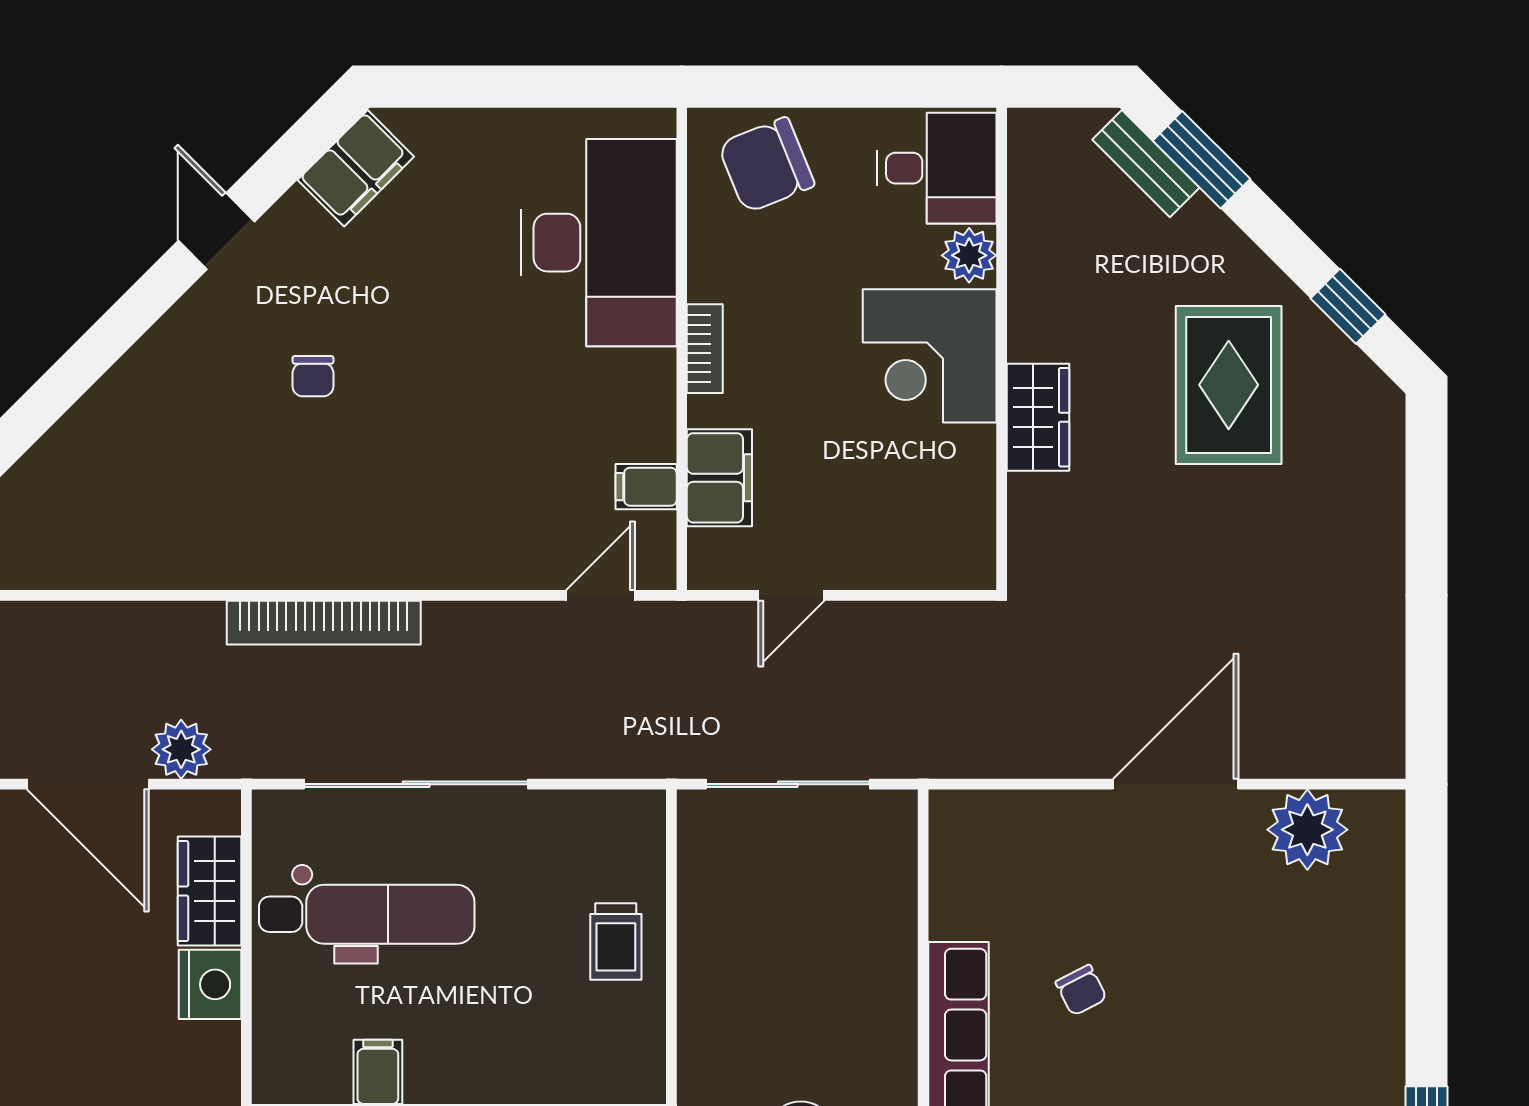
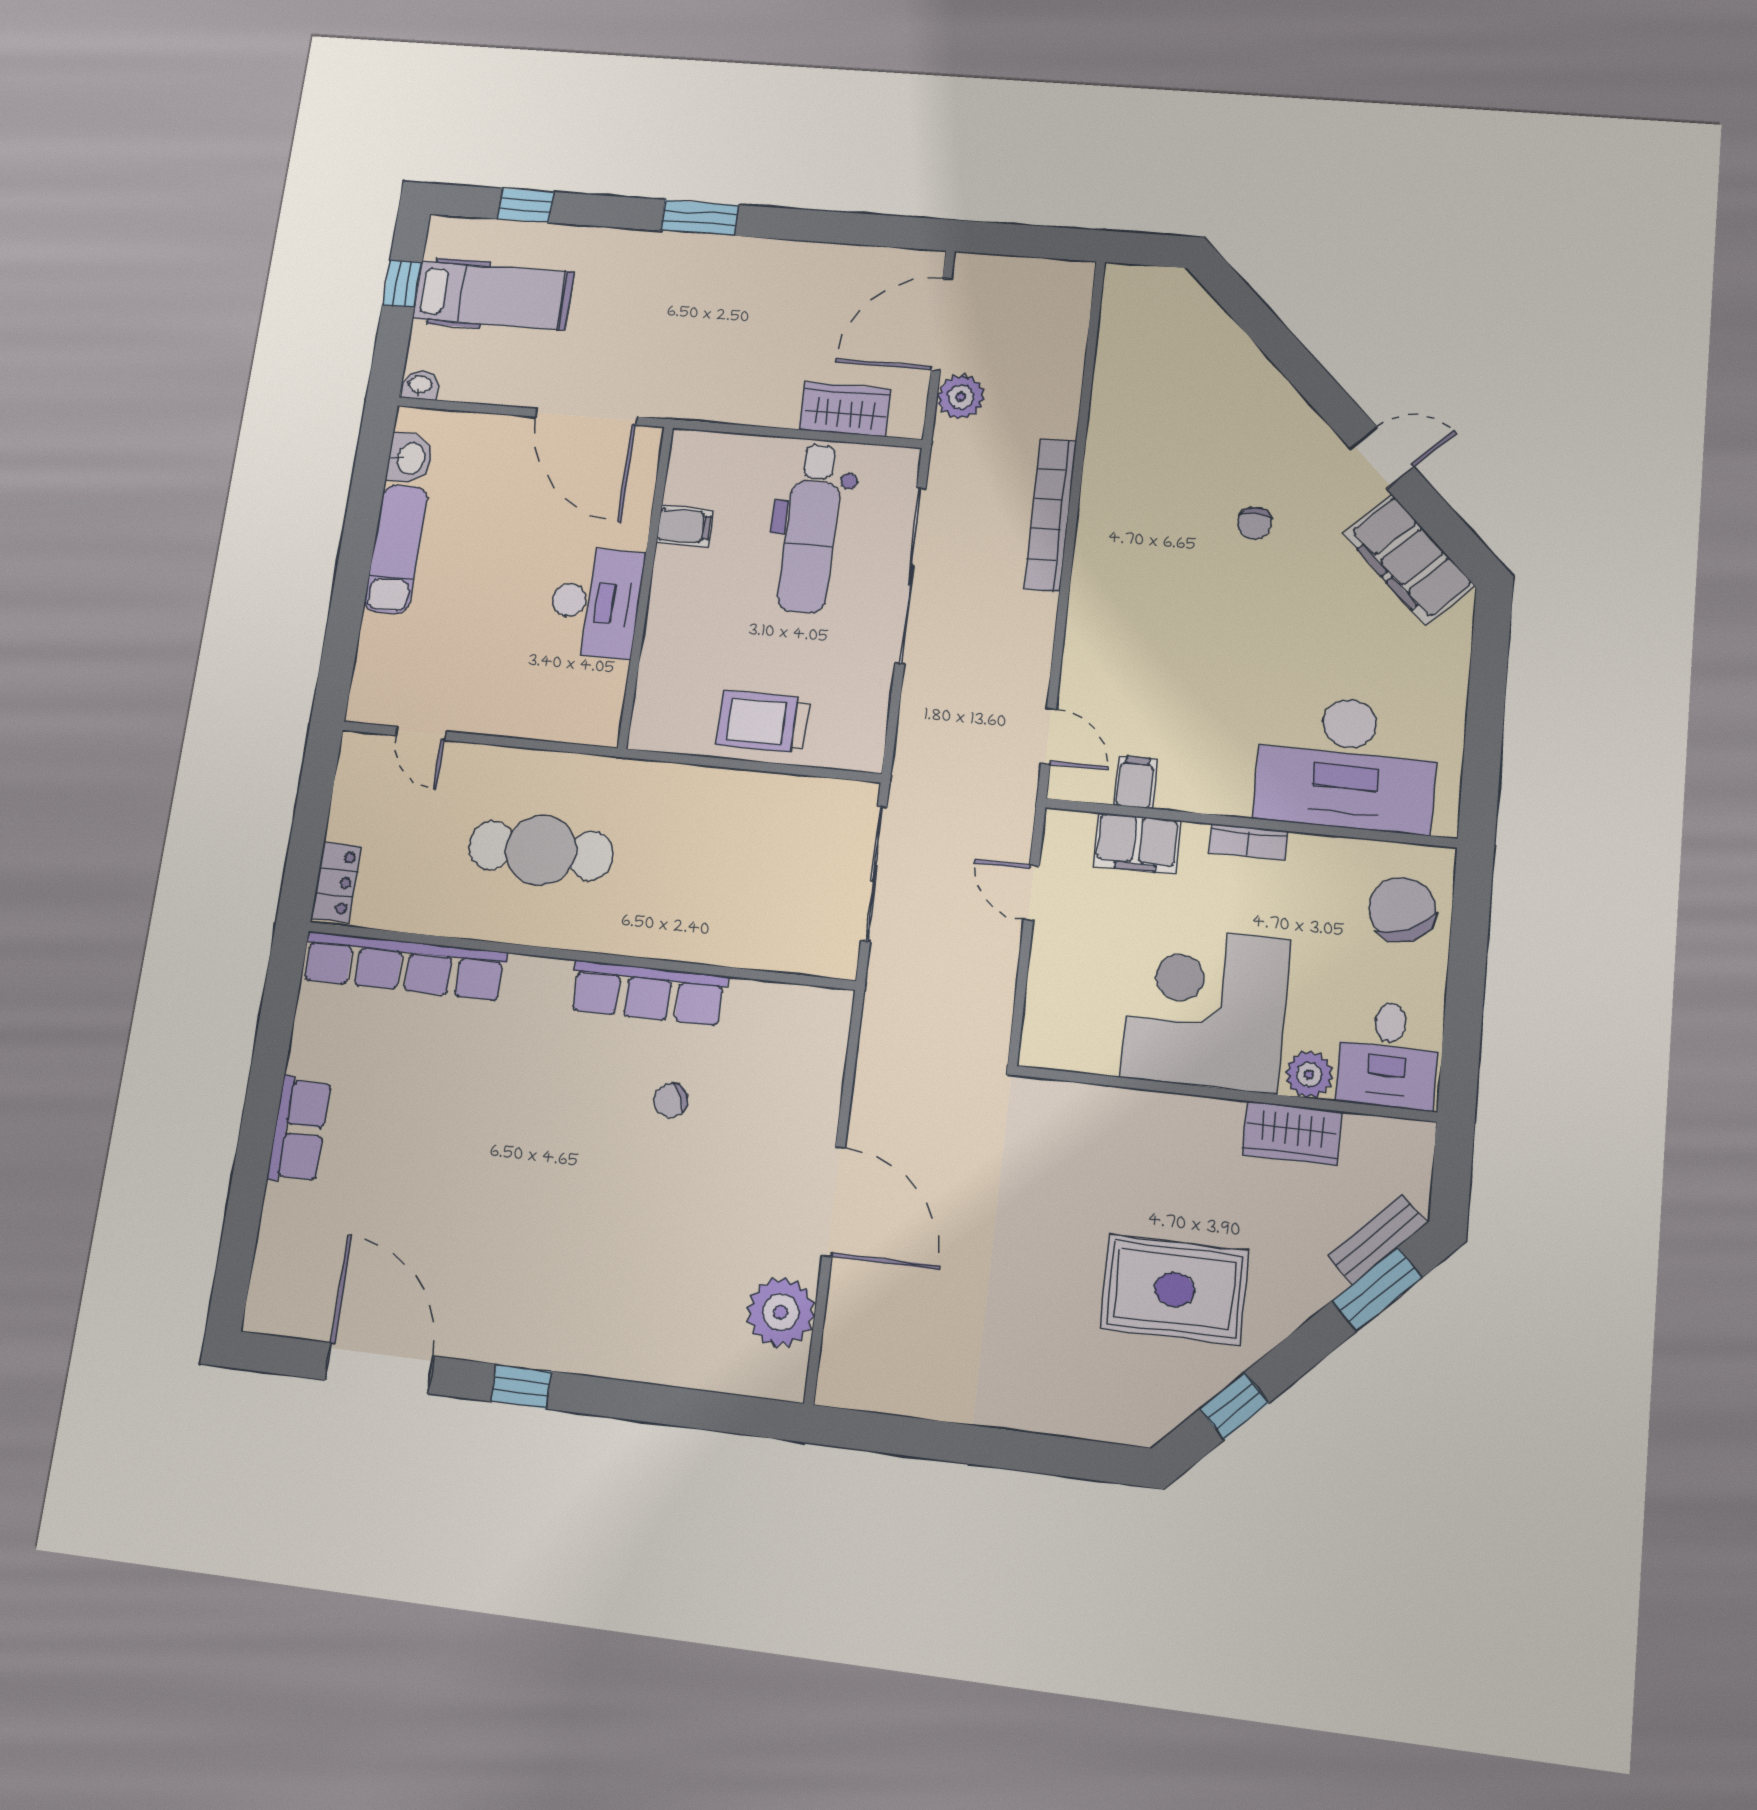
filing cabinet: (356, 168) -> (1409, 560), width x1.50, depth x1.17
corner desk: (930, 356) -> (1205, 1008), width x1.36, depth x1.36
chair: (313, 376) -> (1254, 523), turned -90
wardrobe: (1038, 417) -> (1292, 1133), moved
trolley: (616, 941) -> (763, 722), width x1.36, depth x1.39
nightstand: (210, 984) -> (771, 404), removed

